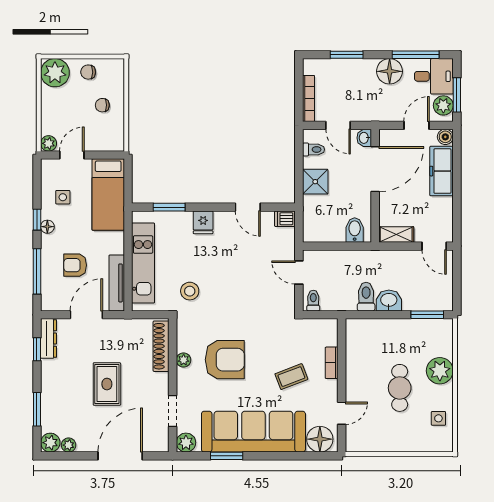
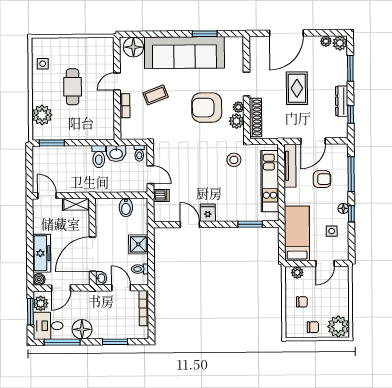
plant: (49, 143) -> (297, 273), moved
dishwasher: (285, 219) -> (161, 195), moved
fridge: (203, 222) -> (208, 213), moved
bidet: (355, 230) -> (126, 207), moved
washbasin: (389, 301) -> (116, 153), moved
dresser: (49, 338) -> (342, 101), moved
plant: (440, 371) -> (42, 115), moved
doorway: (173, 411) -> (247, 84), moved
door: (342, 413) -> (117, 82), moved
plant: (186, 443) -> (237, 121), moved

